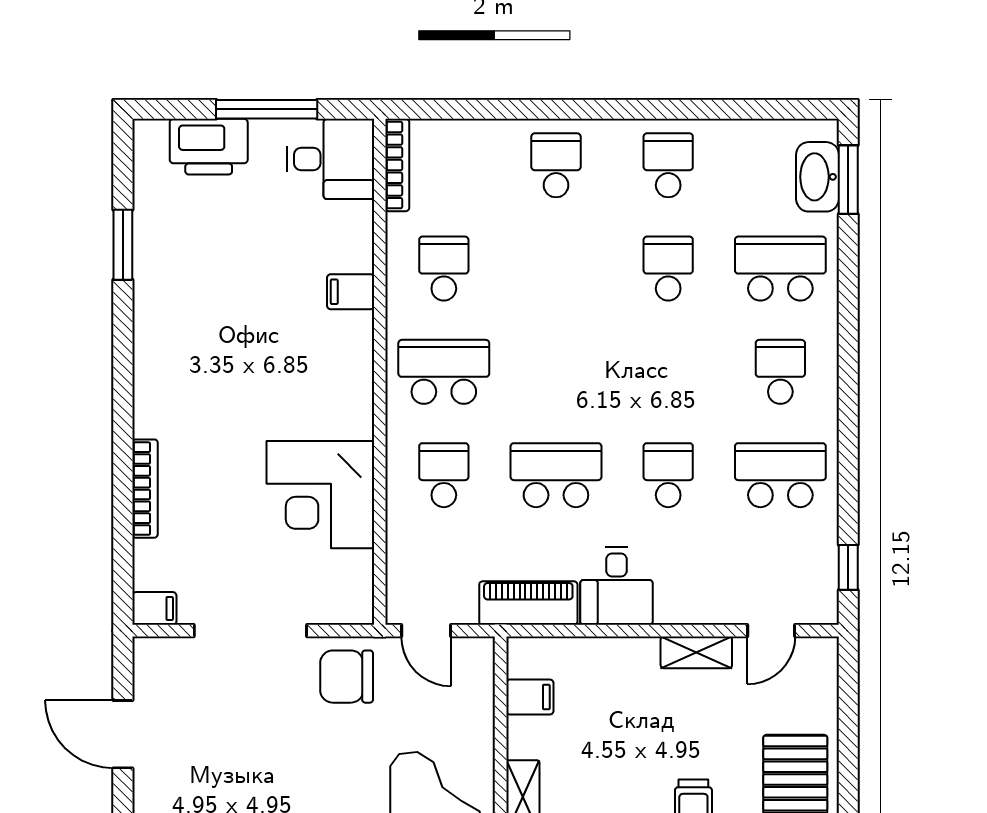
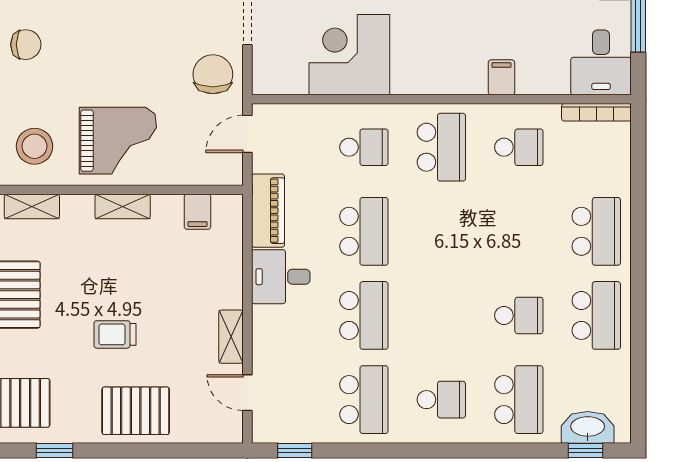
school desk: (556, 165) -> (596, 231), width x1.85
school desk: (668, 165) -> (596, 315), width x1.85
window: (848, 180) -> (586, 450), width x0.67
school desk: (668, 475) -> (364, 315), width x1.85

